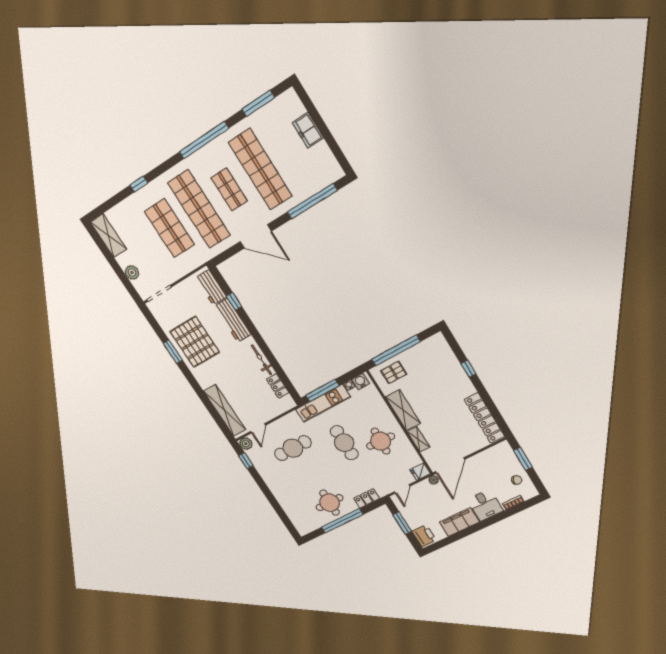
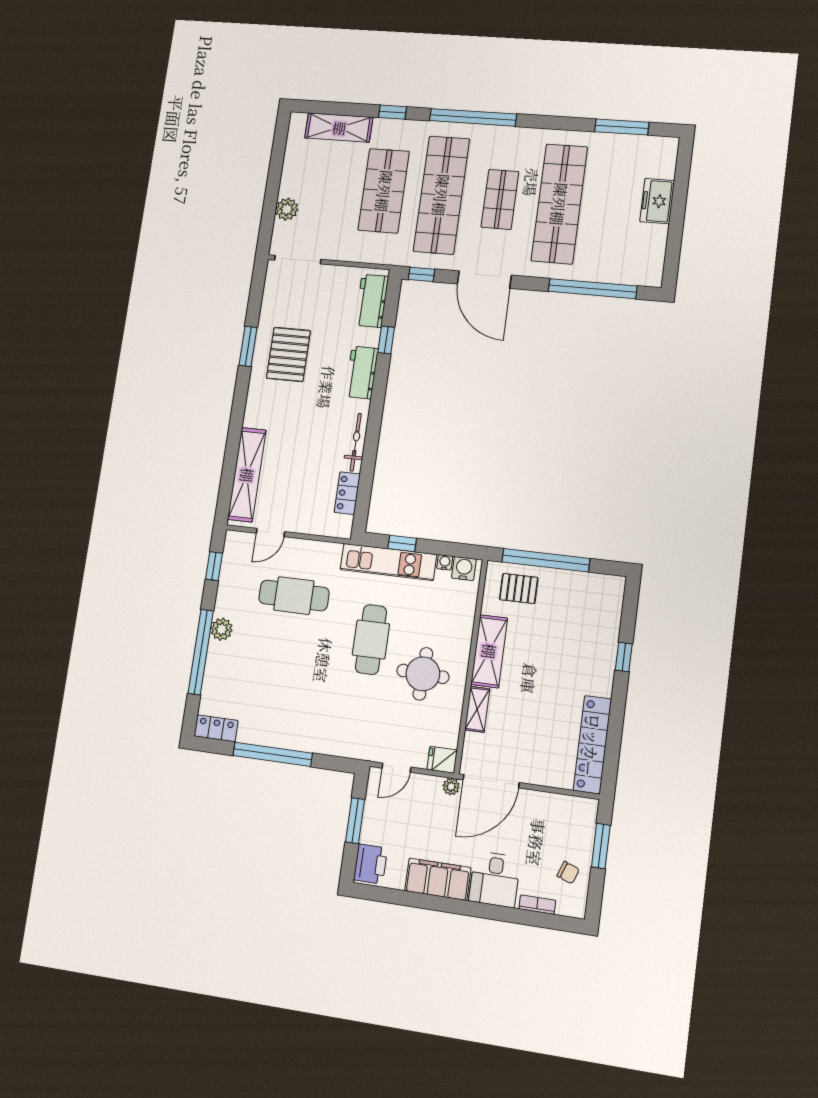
window: (204, 140) -> (473, 117), moved
shelving: (108, 236) -> (339, 128), moved, turned 90
window: (223, 257) -> (421, 274), added
workbench: (233, 320) -> (362, 372), width x0.73
pallet: (195, 342) -> (288, 354), width x0.73, depth x0.71
window: (322, 390) -> (402, 543), width x0.46
plant: (246, 444) -> (222, 629), moved
locker: (367, 498) -> (216, 728), moved
window: (273, 501) -> (201, 652), added
round table: (330, 503) -> (278, 713), removed

